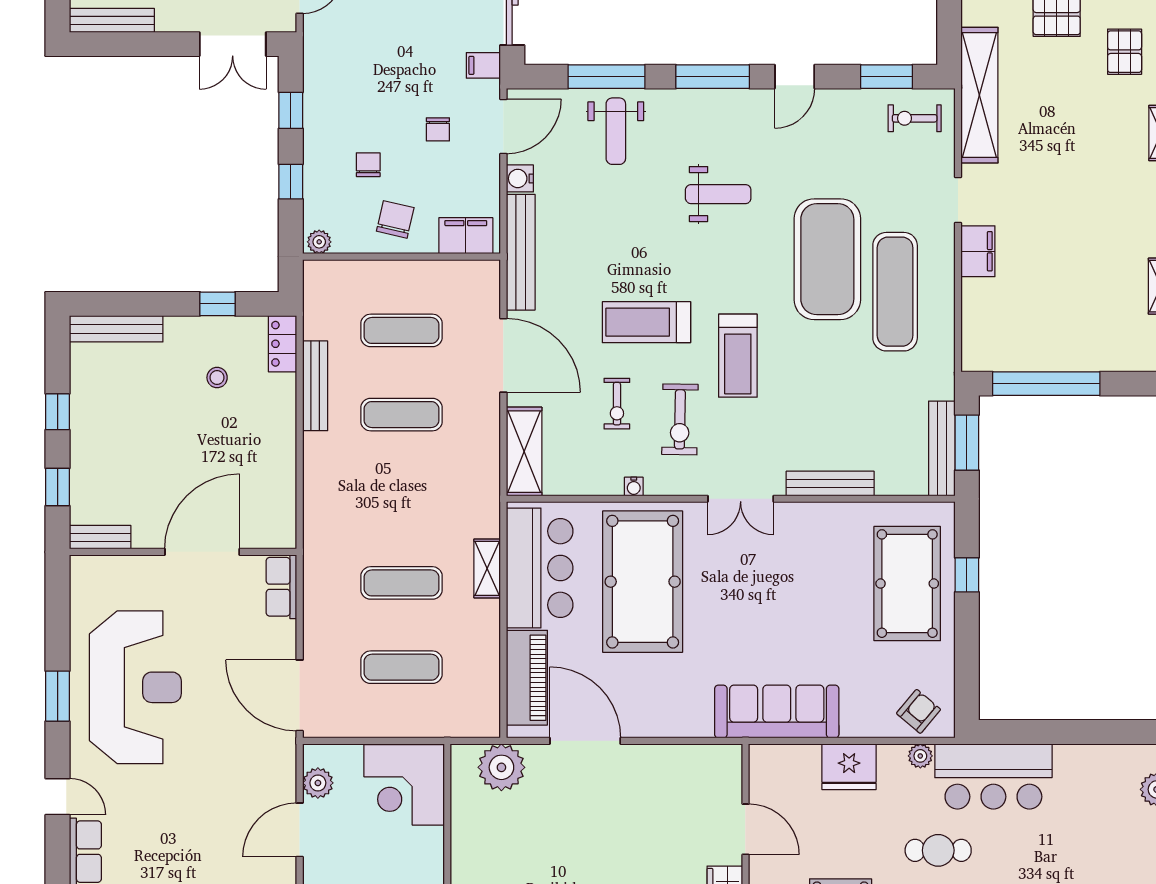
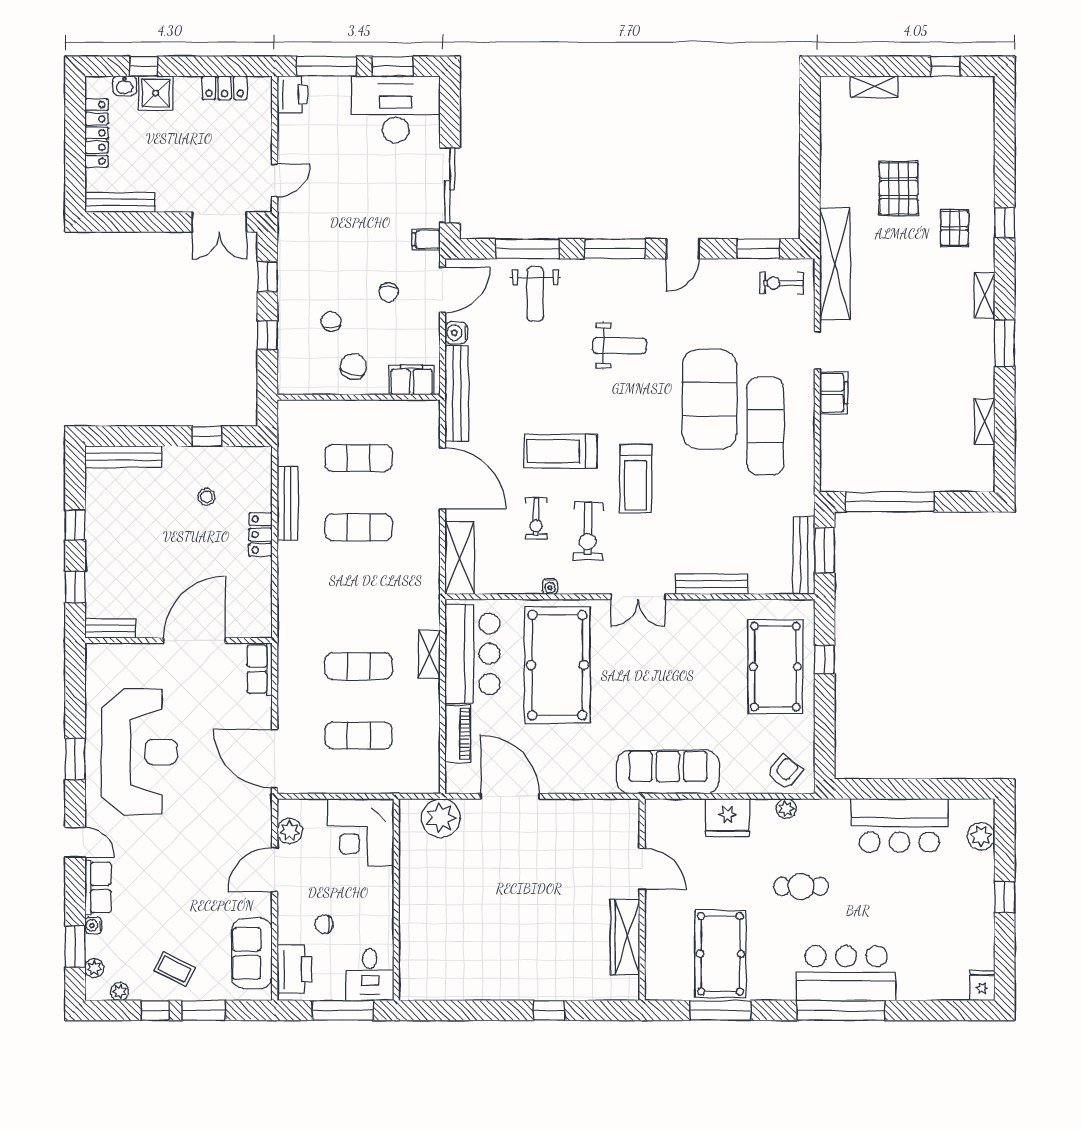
plant: (319, 242) -> (291, 385), removed
locker: (283, 344) -> (261, 535), moved
piano: (527, 678) -> (458, 734), width x0.73, depth x0.75
bar counter: (993, 776) -> (899, 826), moved

